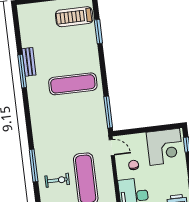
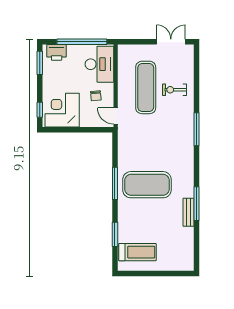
exercise mat: (73, 84) -> (147, 185), width x1.47
window: (108, 112) -> (115, 183), moved
window: (34, 166) -> (197, 129), moved

